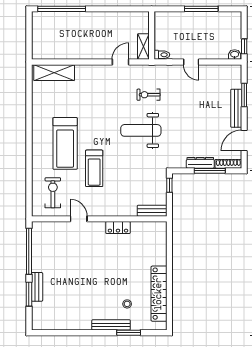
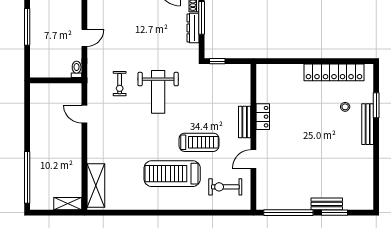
shelving: (143, 47) -> (68, 204), moved
treadmill: (65, 143) -> (172, 174), turned 180
bench: (152, 211) -> (245, 122), moved

